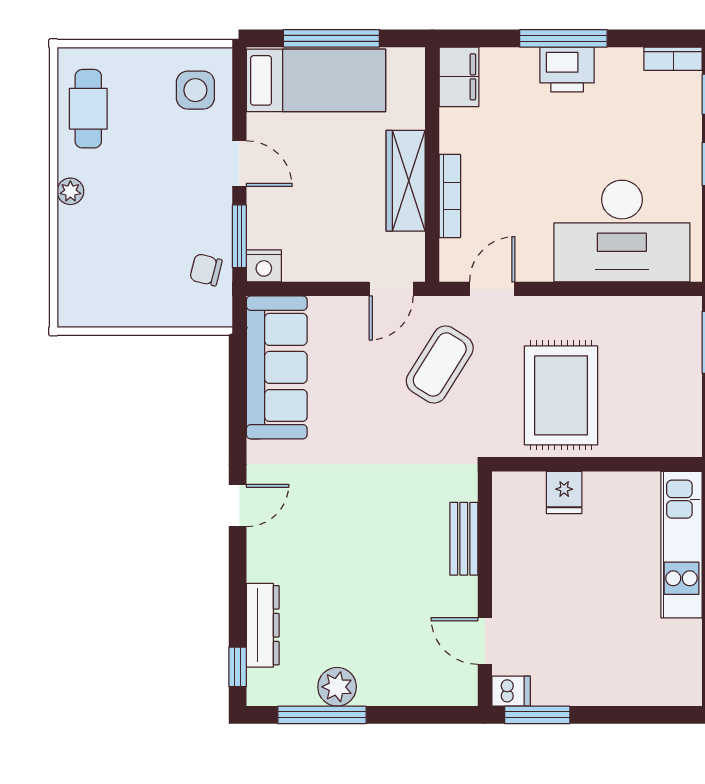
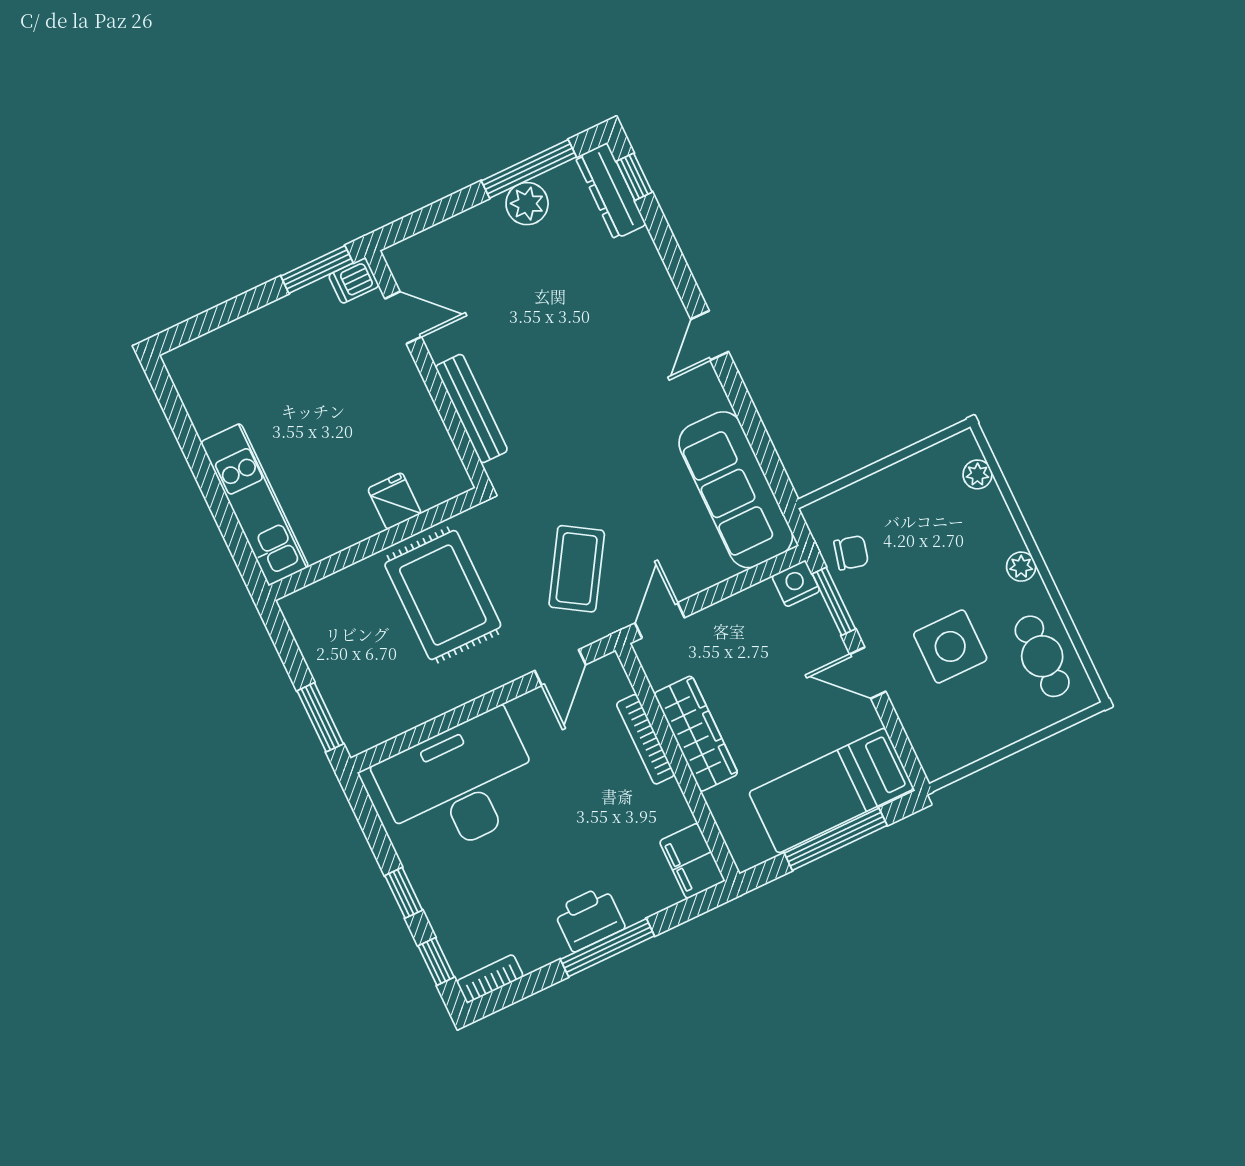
side table: (195, 90) -> (950, 646), moved, width x1.37, depth x1.37
plant: (70, 285) -> (977, 474), added
bench: (464, 539) -> (472, 409), width x1.36
dresser: (263, 625) -> (611, 191), moved

